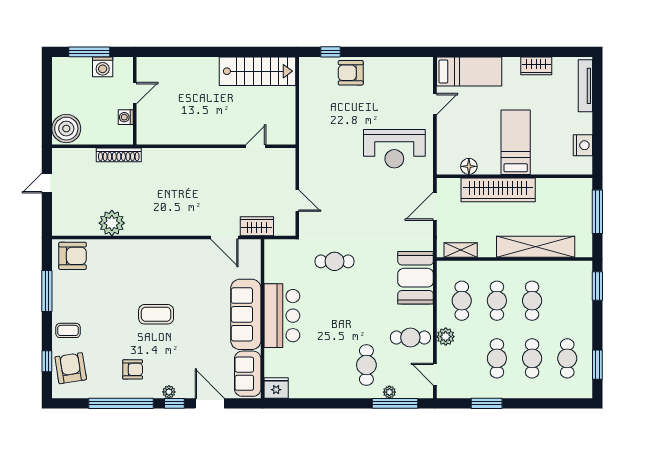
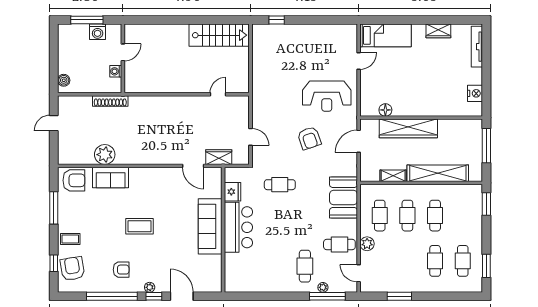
armchair: (351, 73) -> (309, 138), moved, turned -109
boiler: (66, 129) -> (64, 80), width x0.54, depth x0.54
bed: (516, 142) -> (422, 91), removed
shelving: (461, 250) -> (393, 176), moved
cafe table: (497, 358) -> (407, 261), removed
sofa: (248, 374) -> (111, 178), moved, turned -90
fridge: (276, 388) -> (233, 192), moved, turned 90

